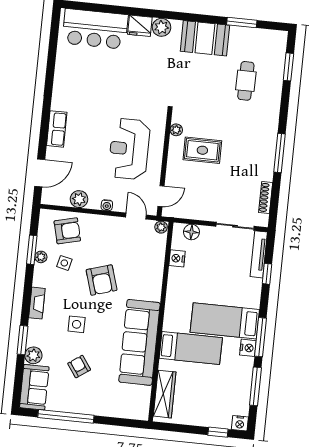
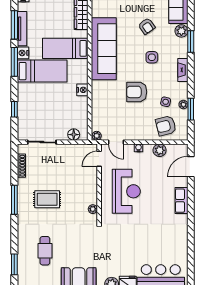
rug: (202, 150) -> (47, 199), moved
tv unit: (259, 254) -> (22, 29), moved
nightstand: (177, 258) -> (82, 90), moved
armchair: (102, 280) -> (137, 92), turned -73

